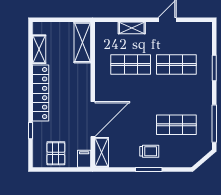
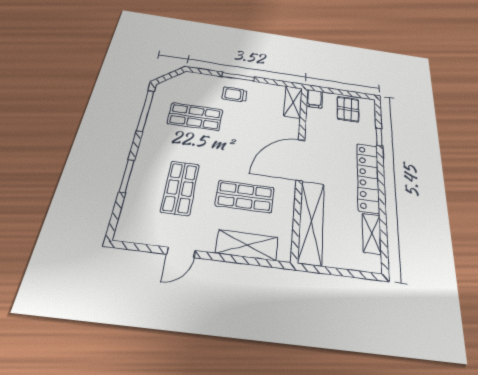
shelving: (132, 28) -> (247, 245), width x1.50, depth x1.33
shelving: (82, 42) -> (311, 222), width x1.47
shop shelf: (176, 64) -> (180, 188), turned 90
door: (93, 119) -> (300, 160), moved

